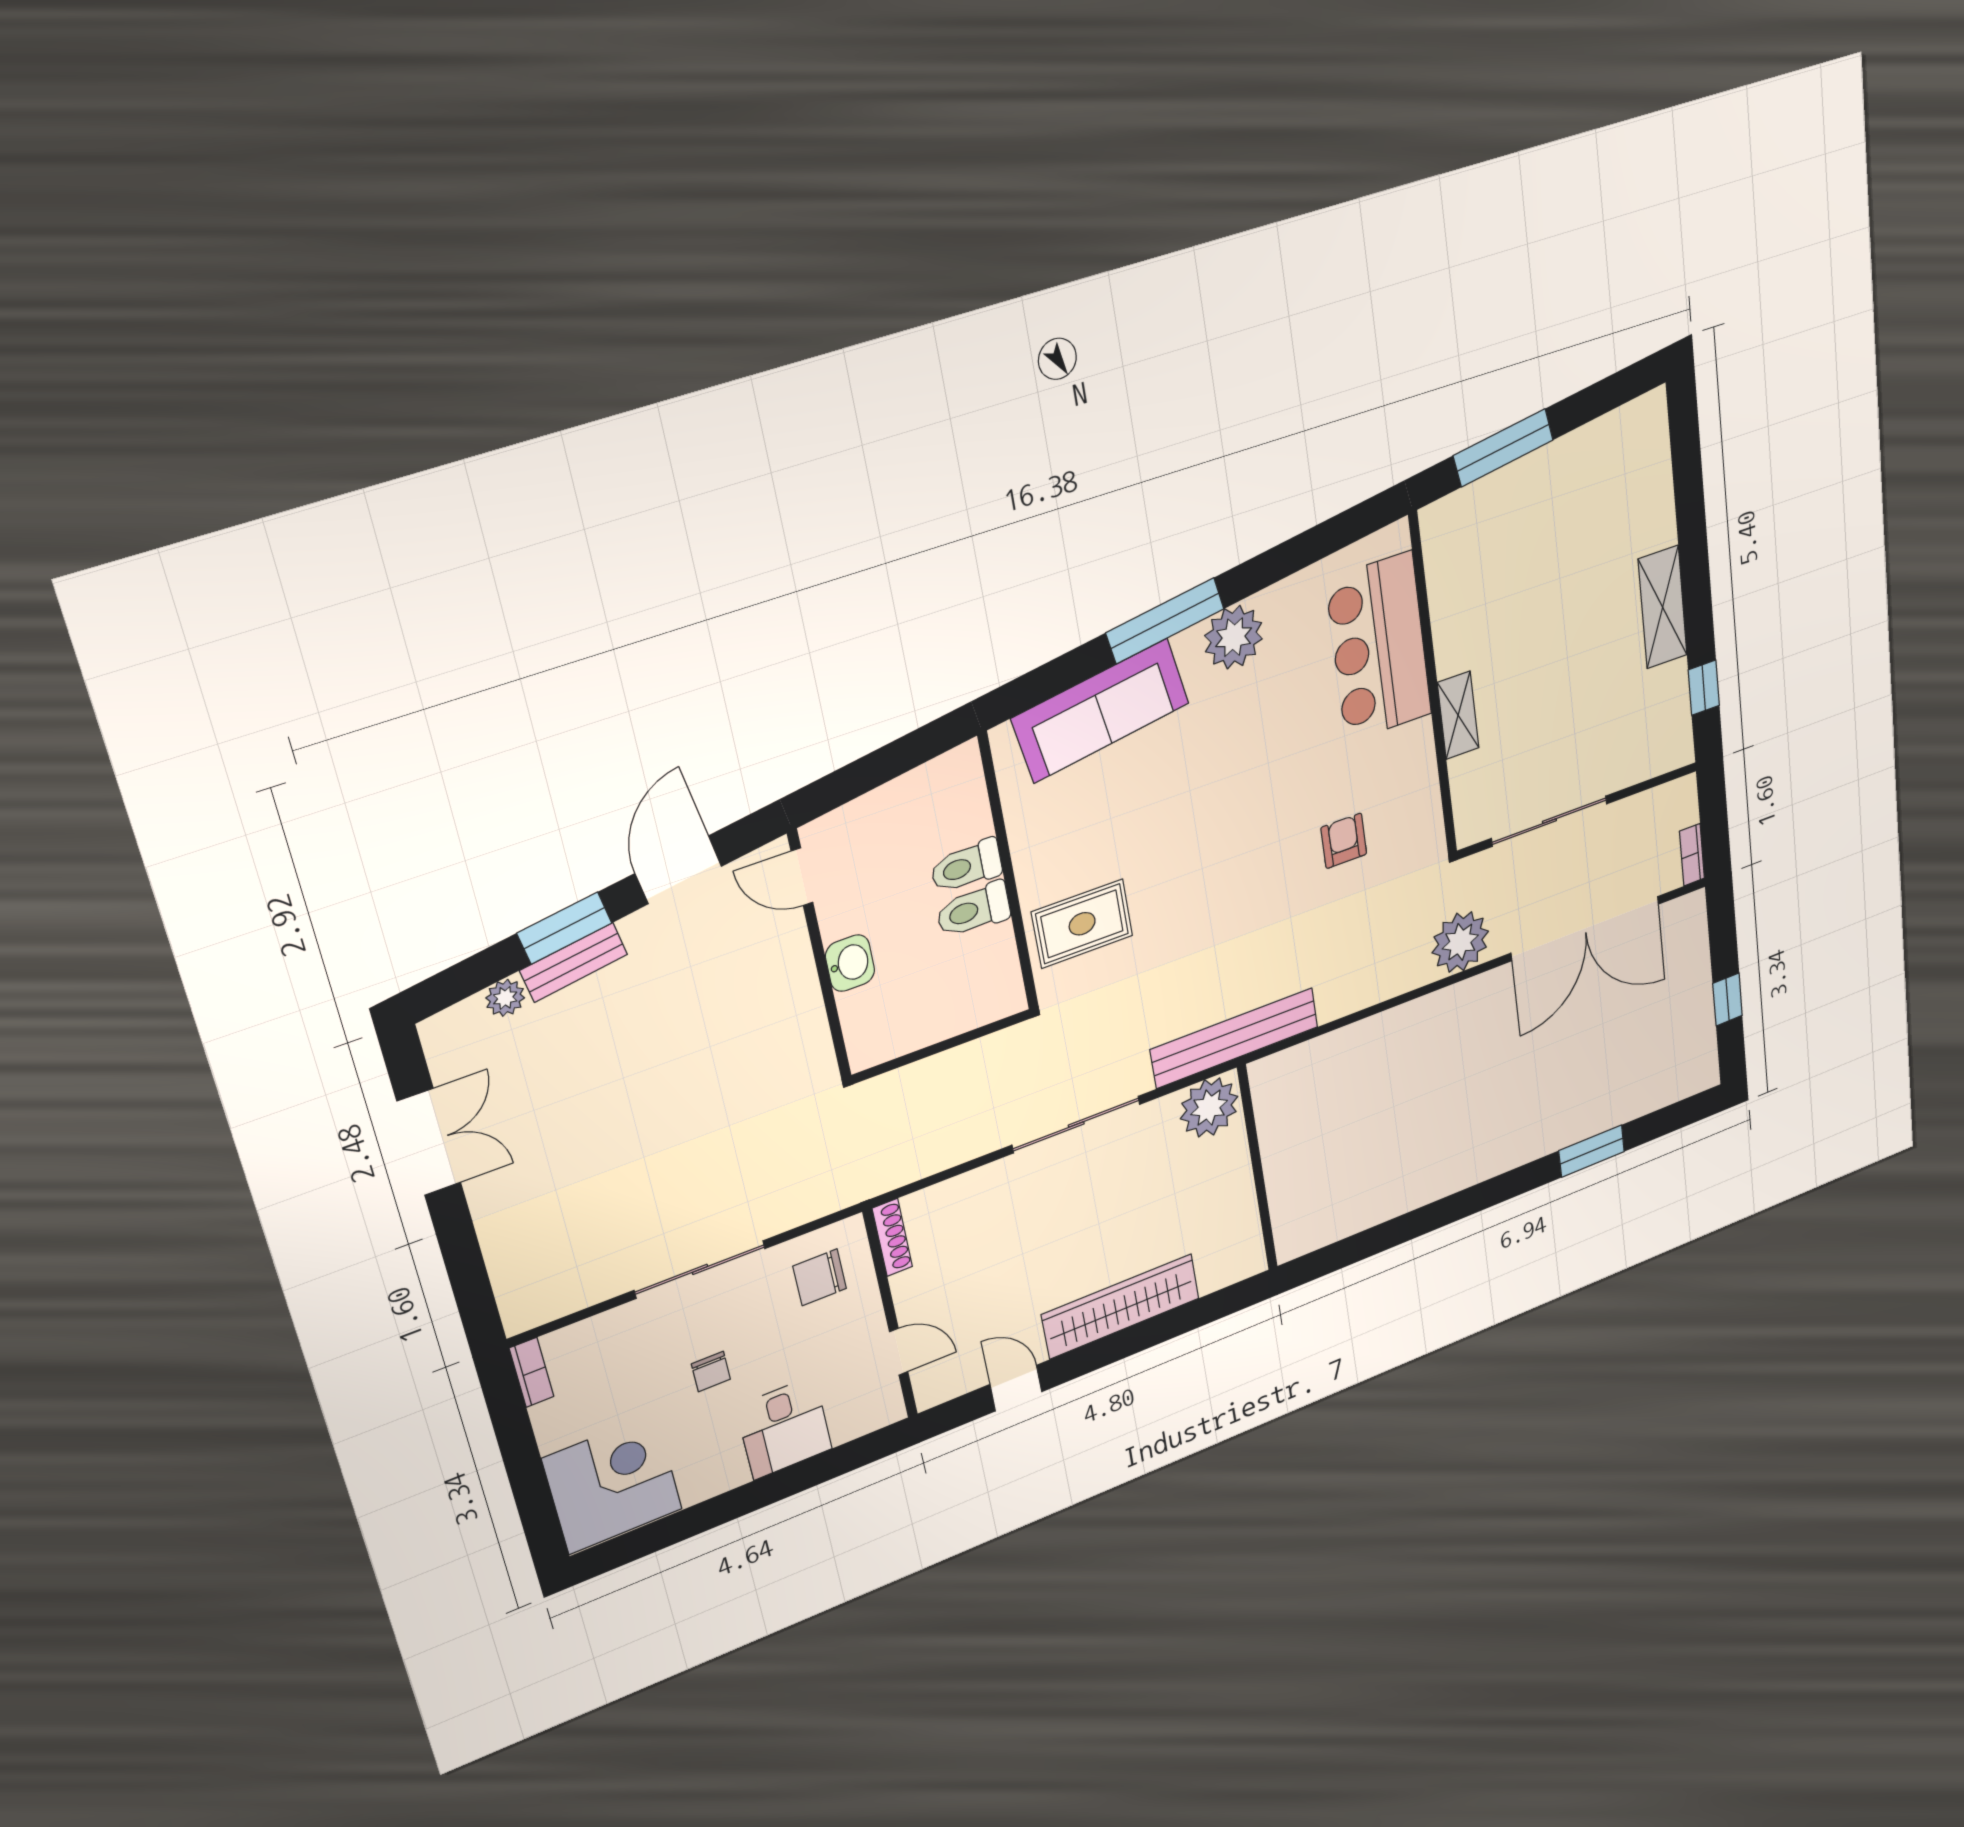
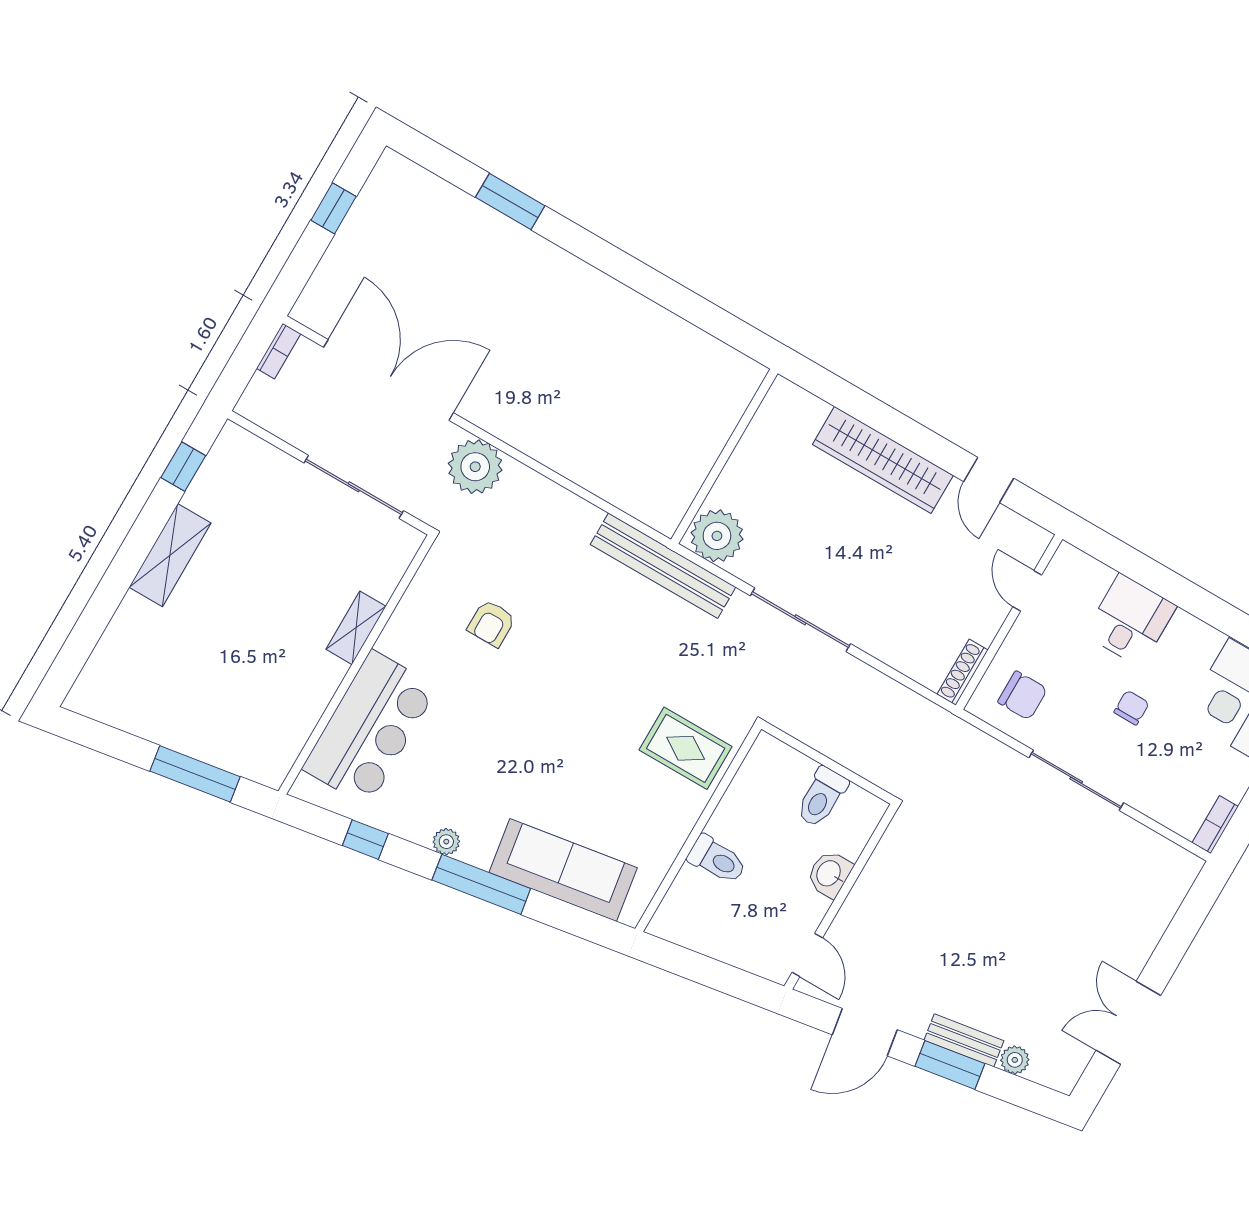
window: (1305, 549) -> (365, 840), added
plant: (1234, 637) -> (446, 842), width x0.53, depth x0.53
toilet: (973, 910) -> (822, 797), moved, turned 90

